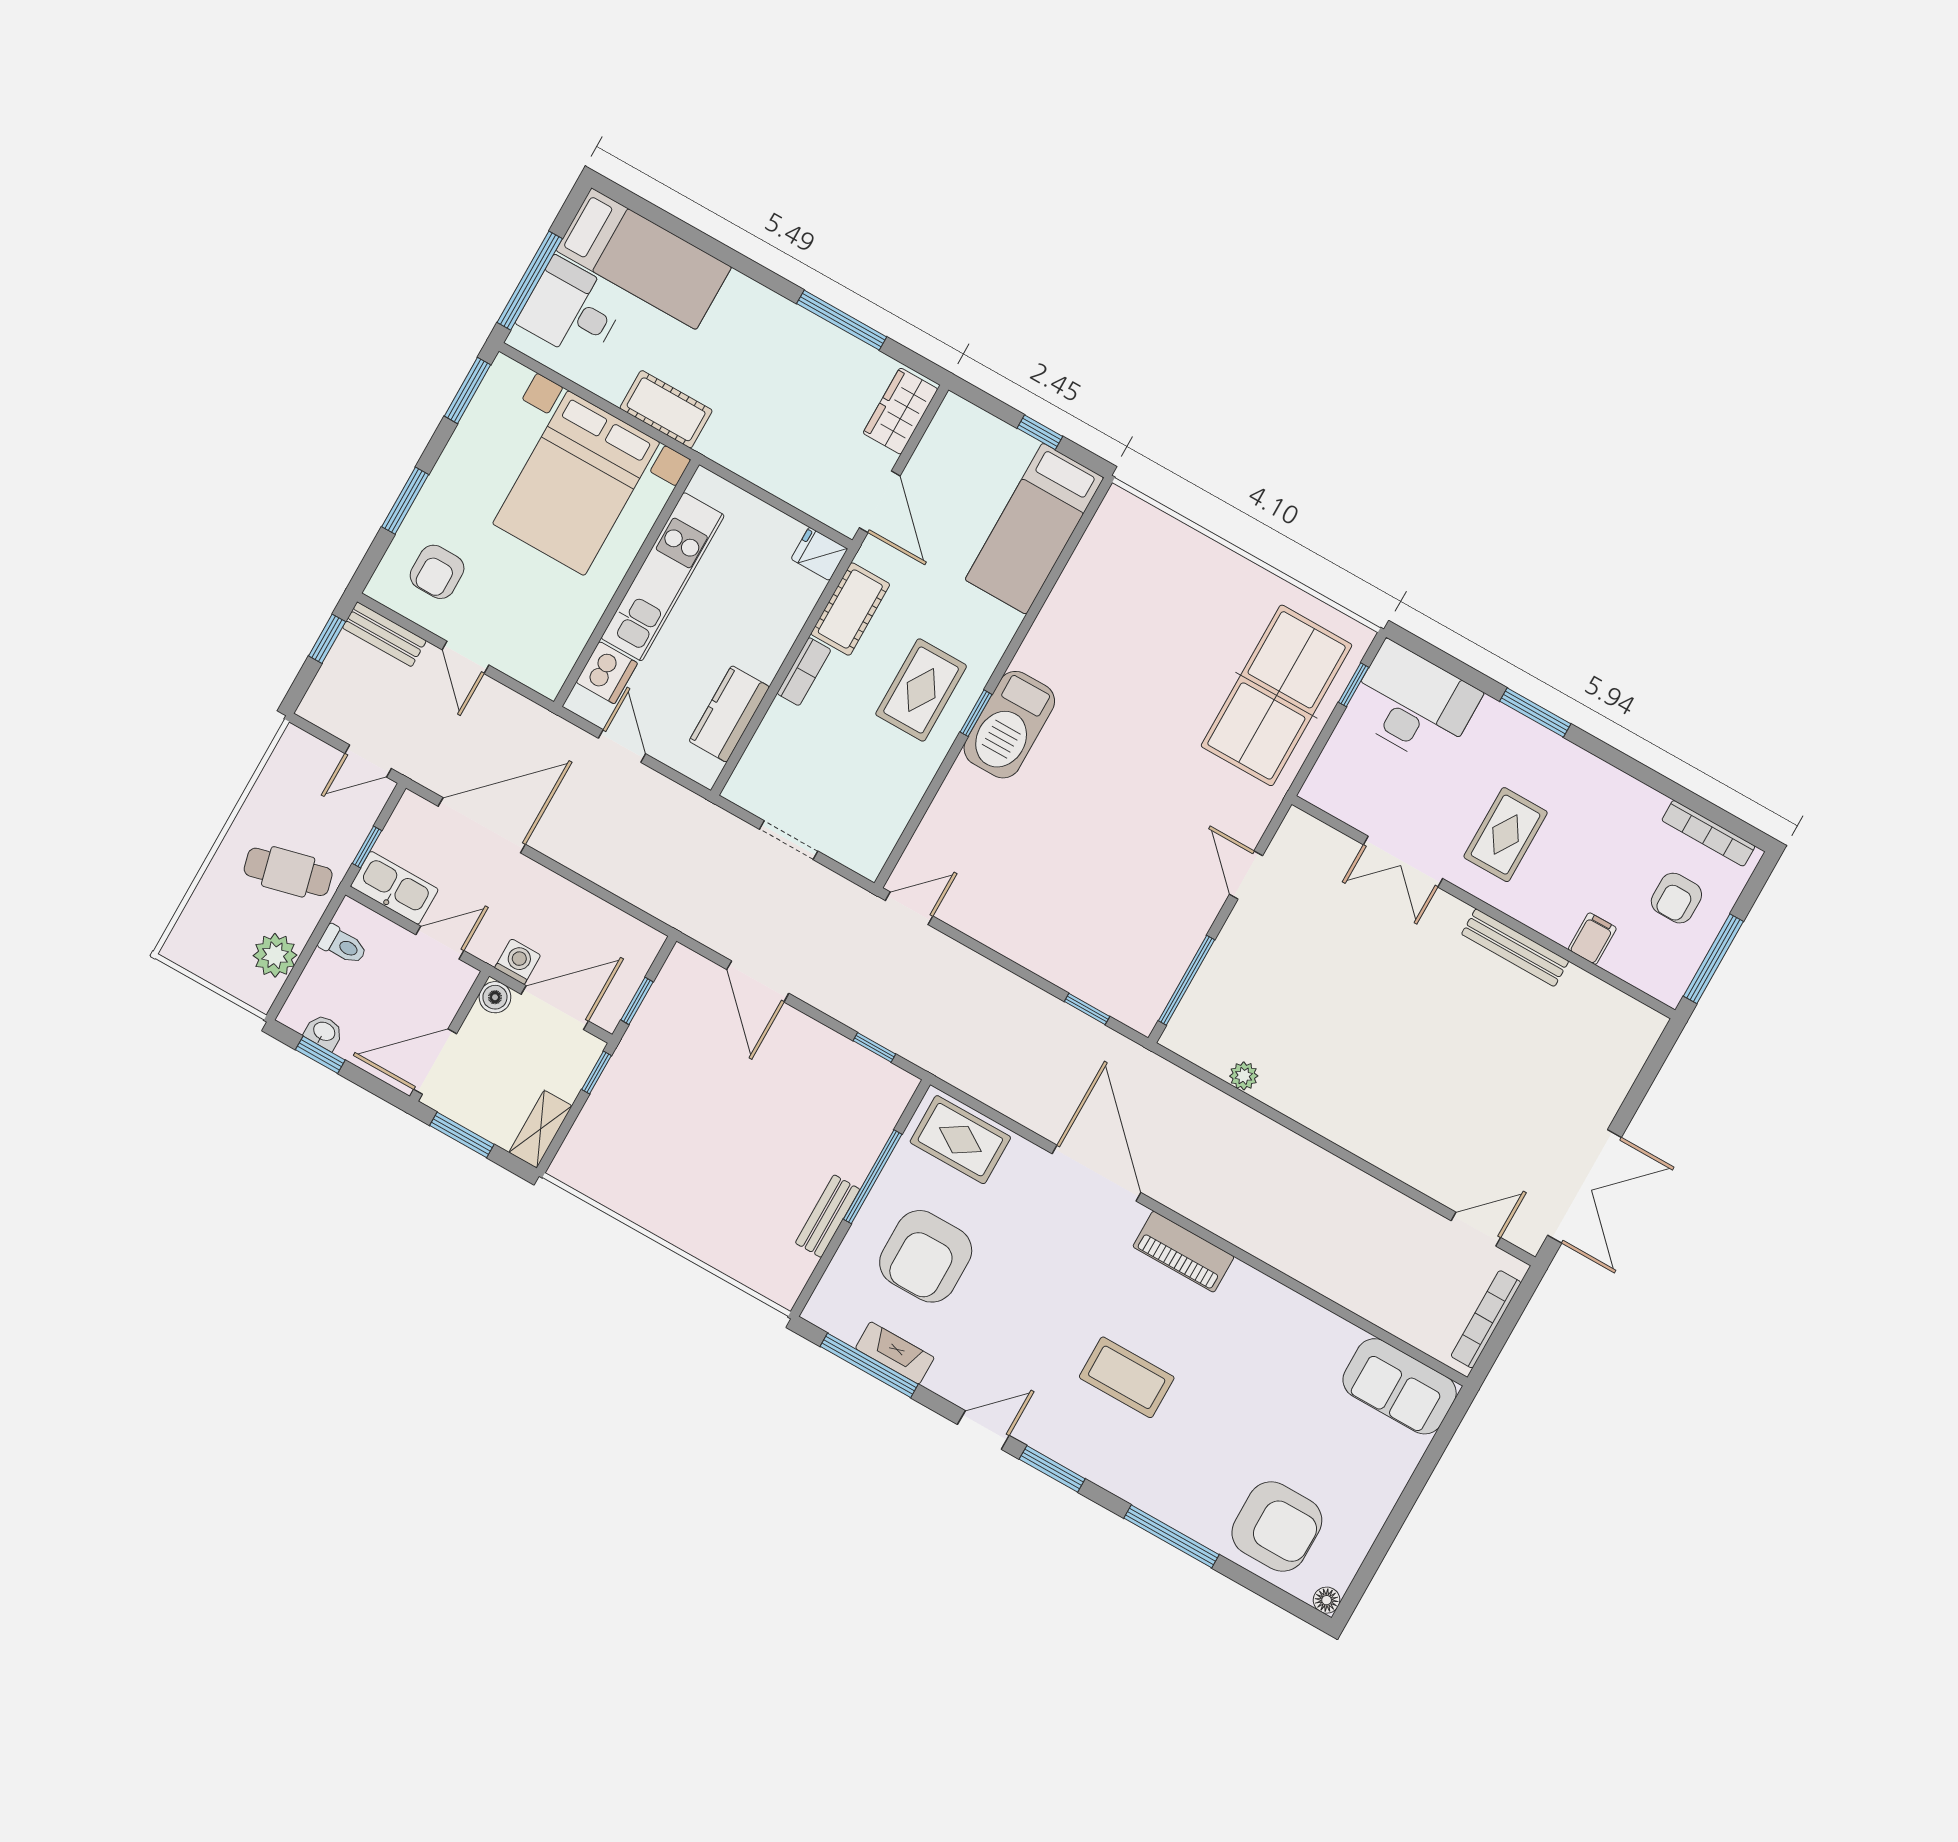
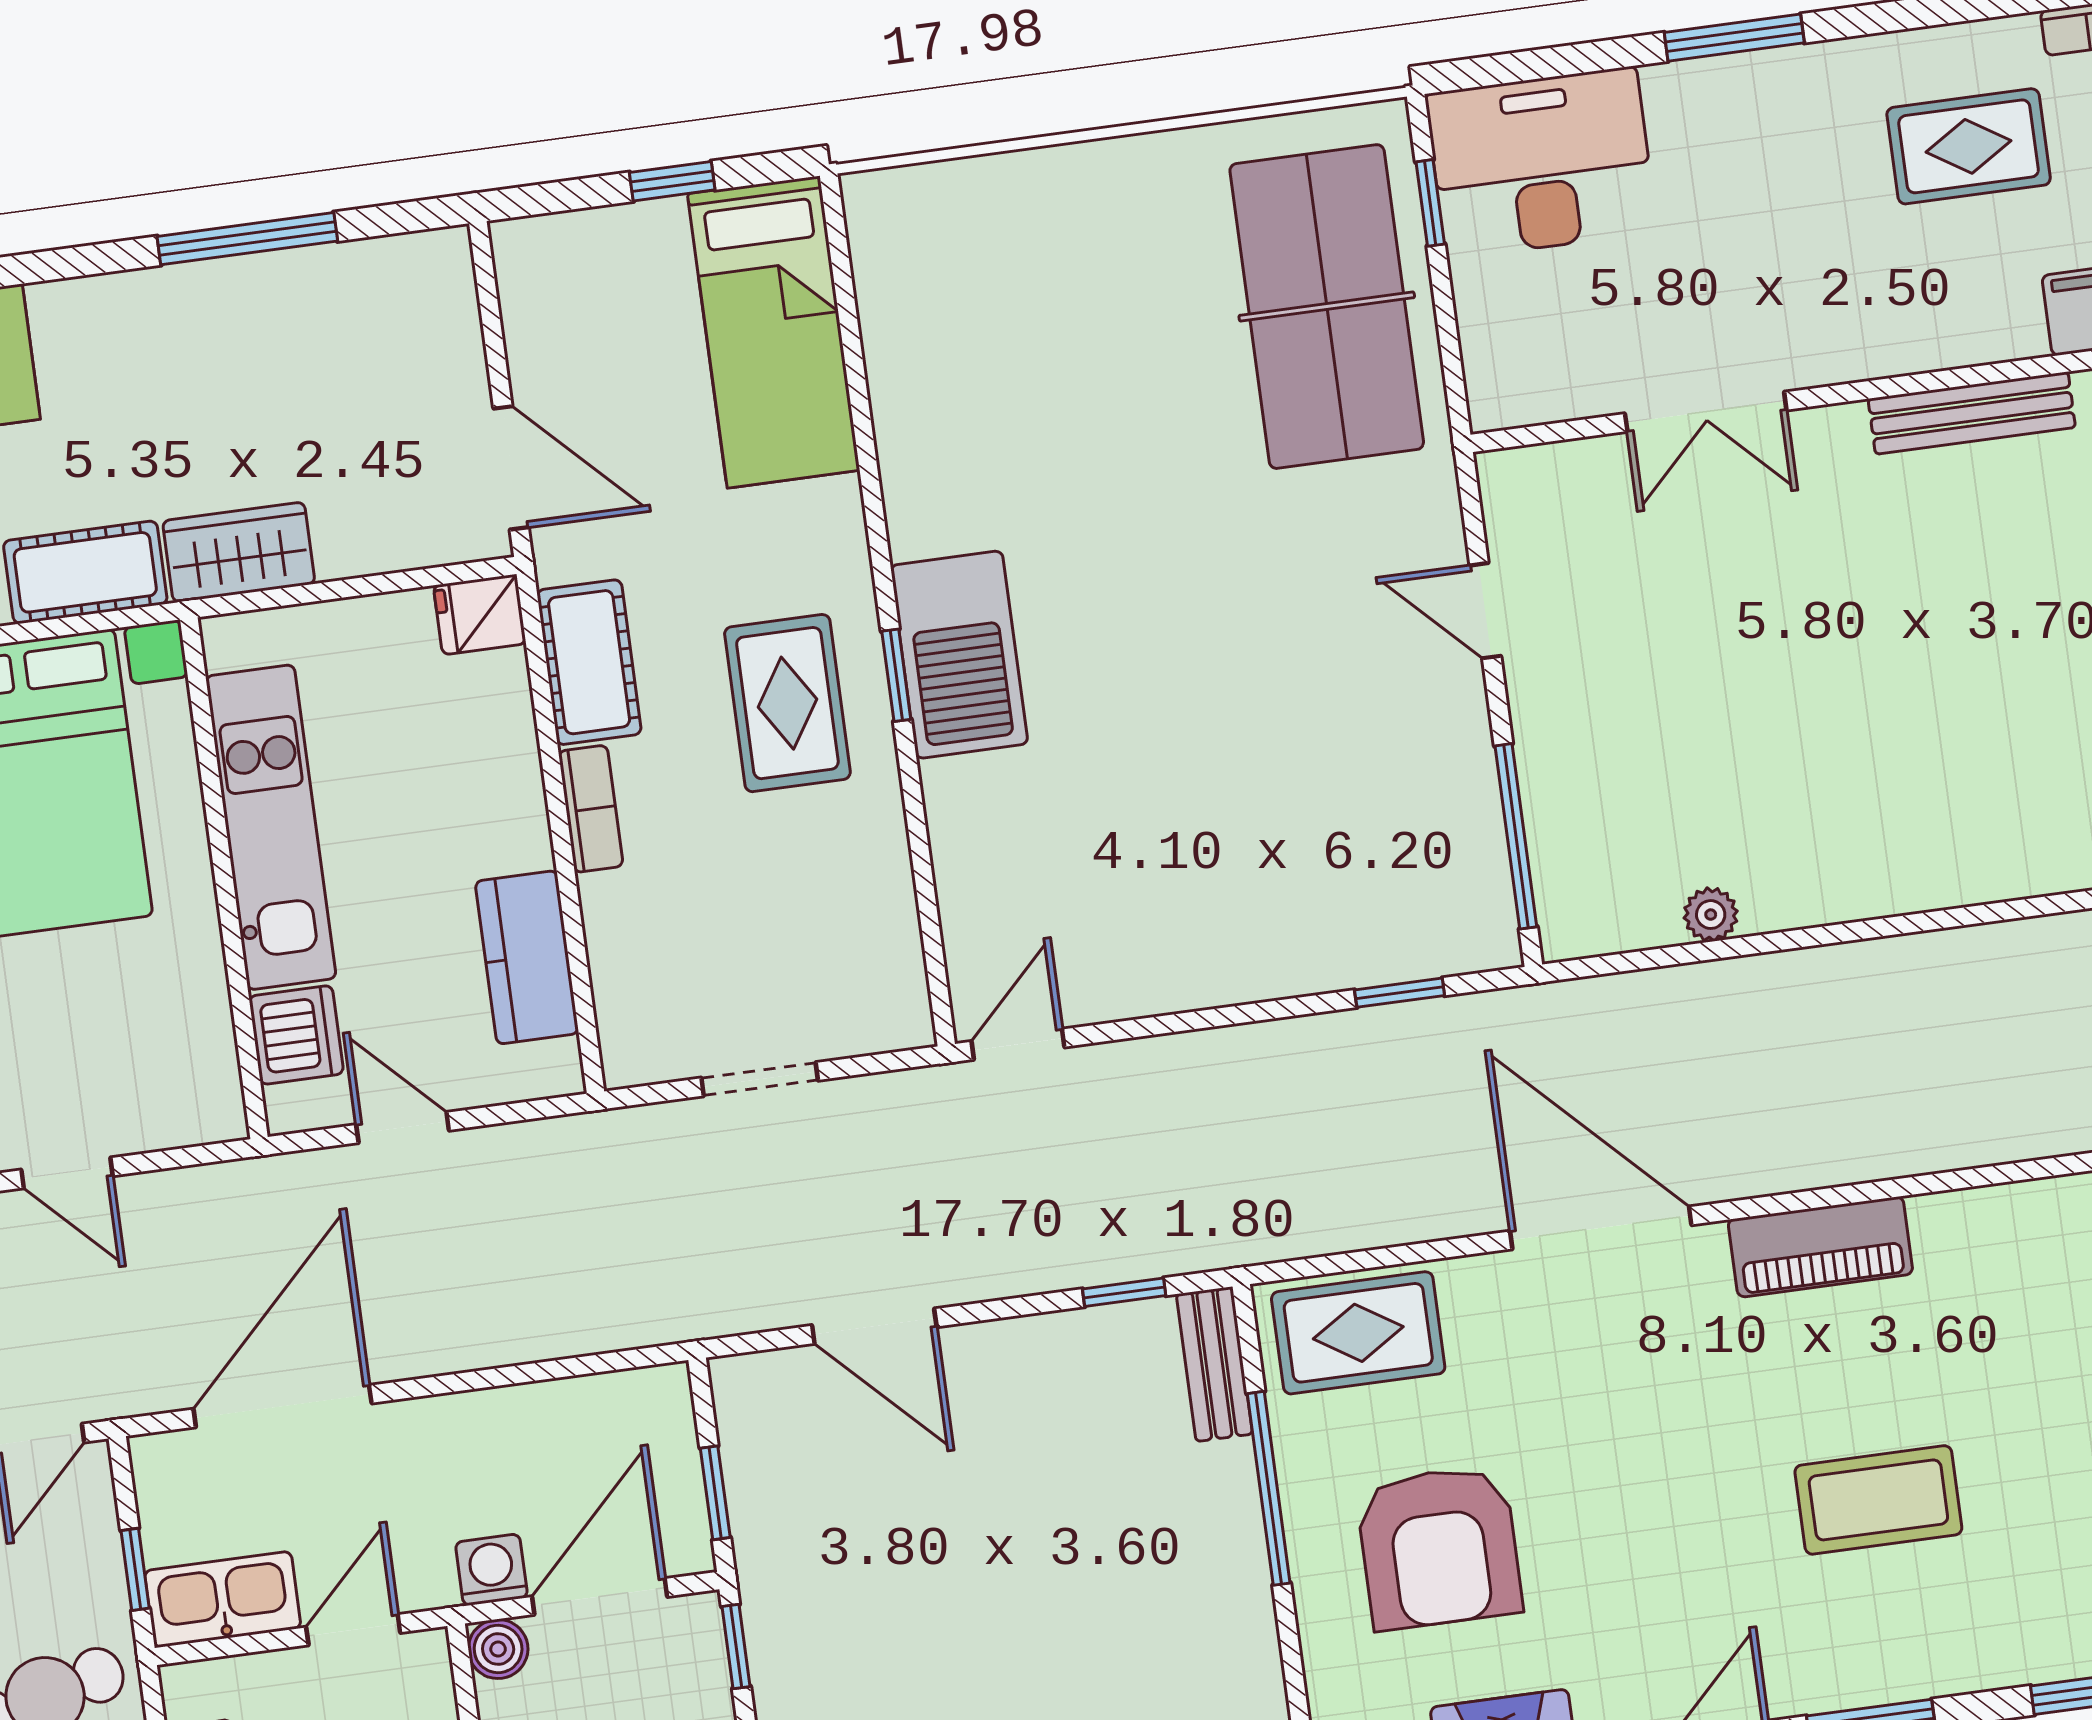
wardrobe: (900, 411) -> (239, 552), moved, turned 90
rug: (1506, 835) -> (1969, 146), moved, turned 90
bench: (828, 1216) -> (1214, 1364), moved

